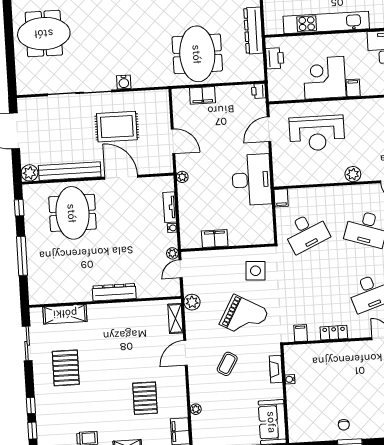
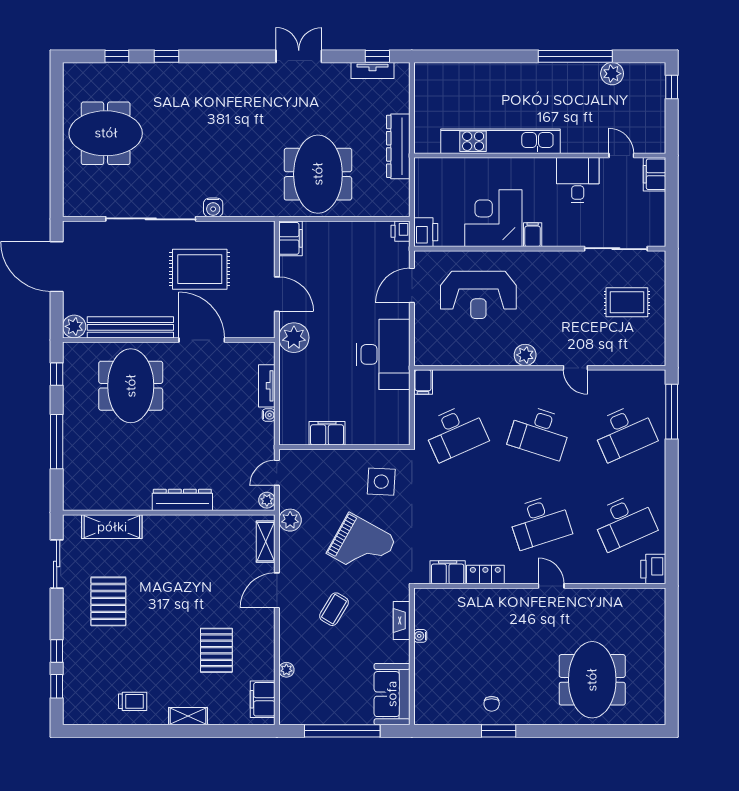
printer: (275, 58) -> (426, 232), moved
filing cabinet: (202, 95) -> (290, 238), moved, turned -90
plant: (182, 177) -> (294, 338), width x1.87, depth x1.87
plant: (172, 253) -> (267, 500), moved
filing cabinet: (301, 333) -> (448, 572), width x2.00

